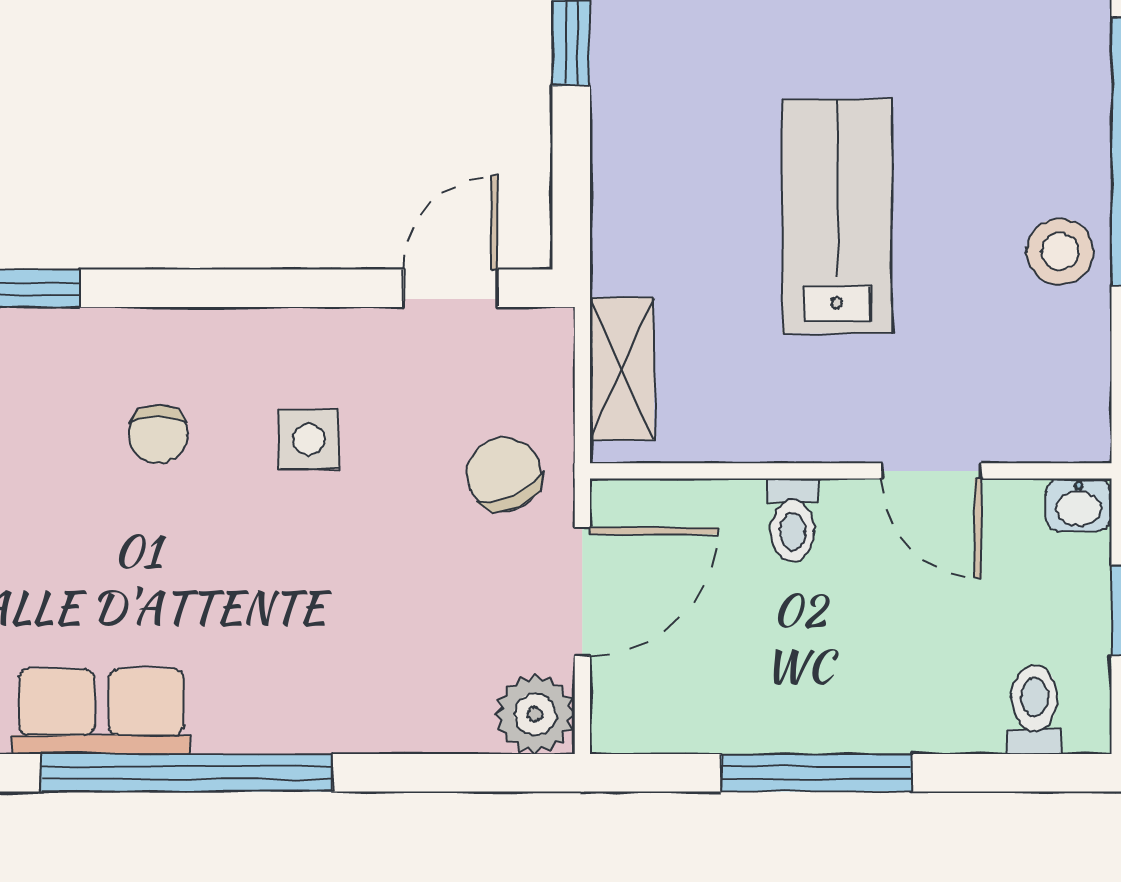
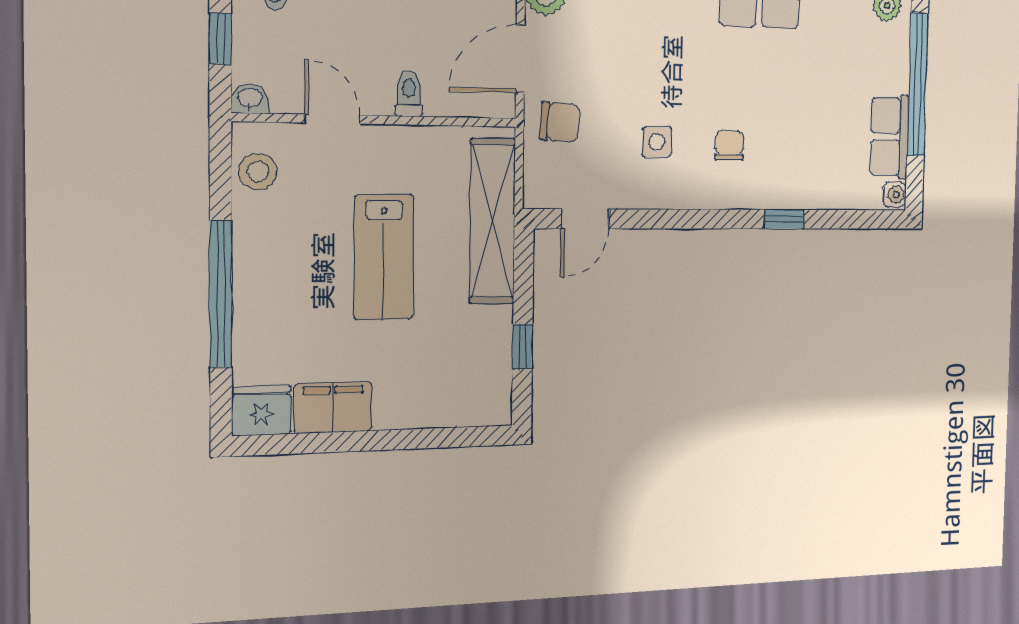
stool: (1060, 252) -> (258, 172), moved
shelving: (622, 369) -> (492, 221), width x2.20, depth x1.33
chair: (504, 474) -> (560, 122), turned -63

